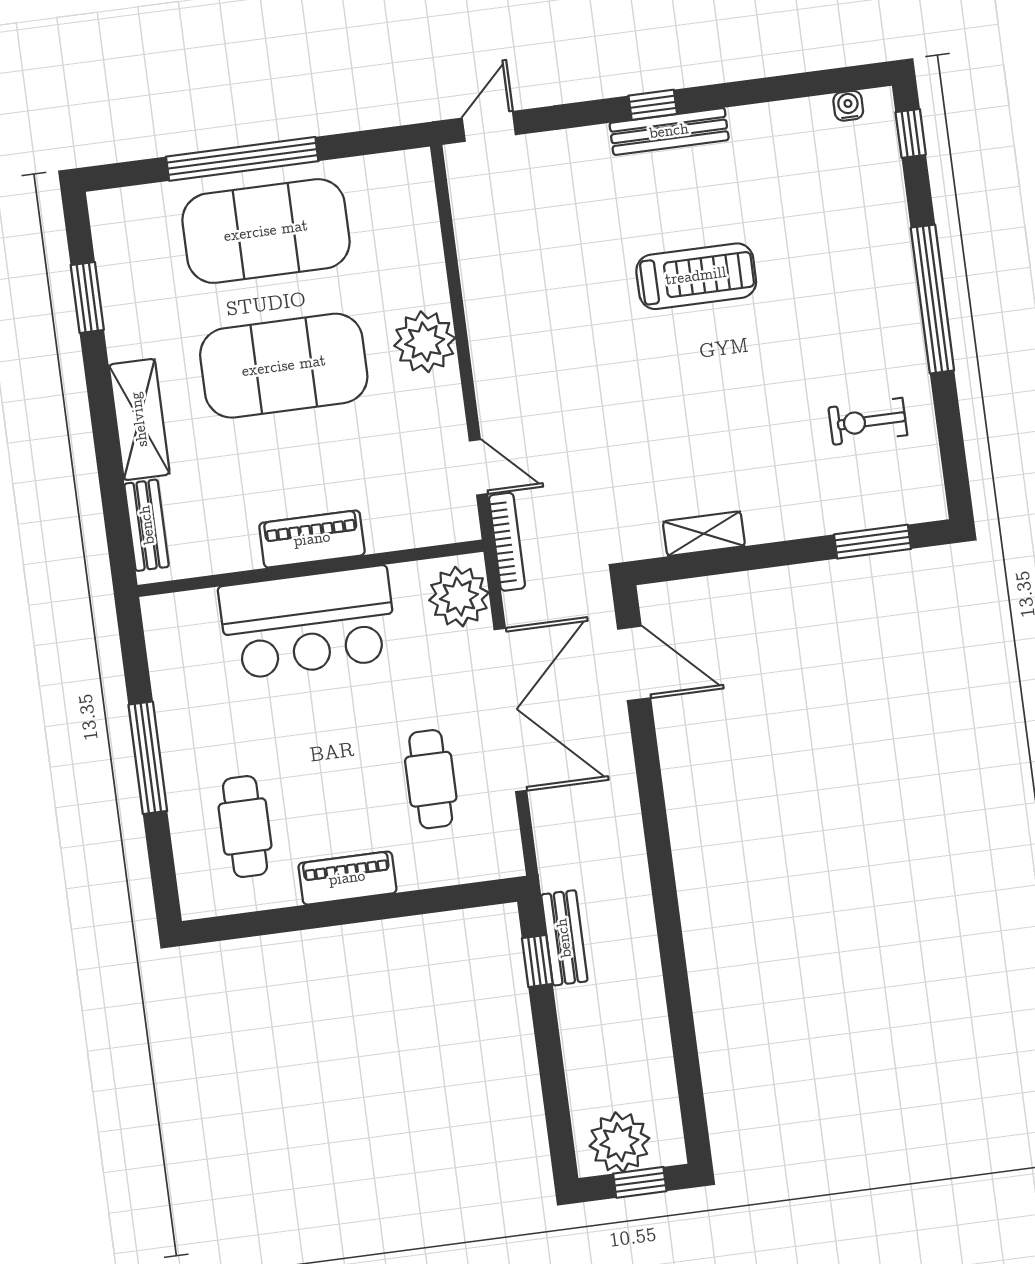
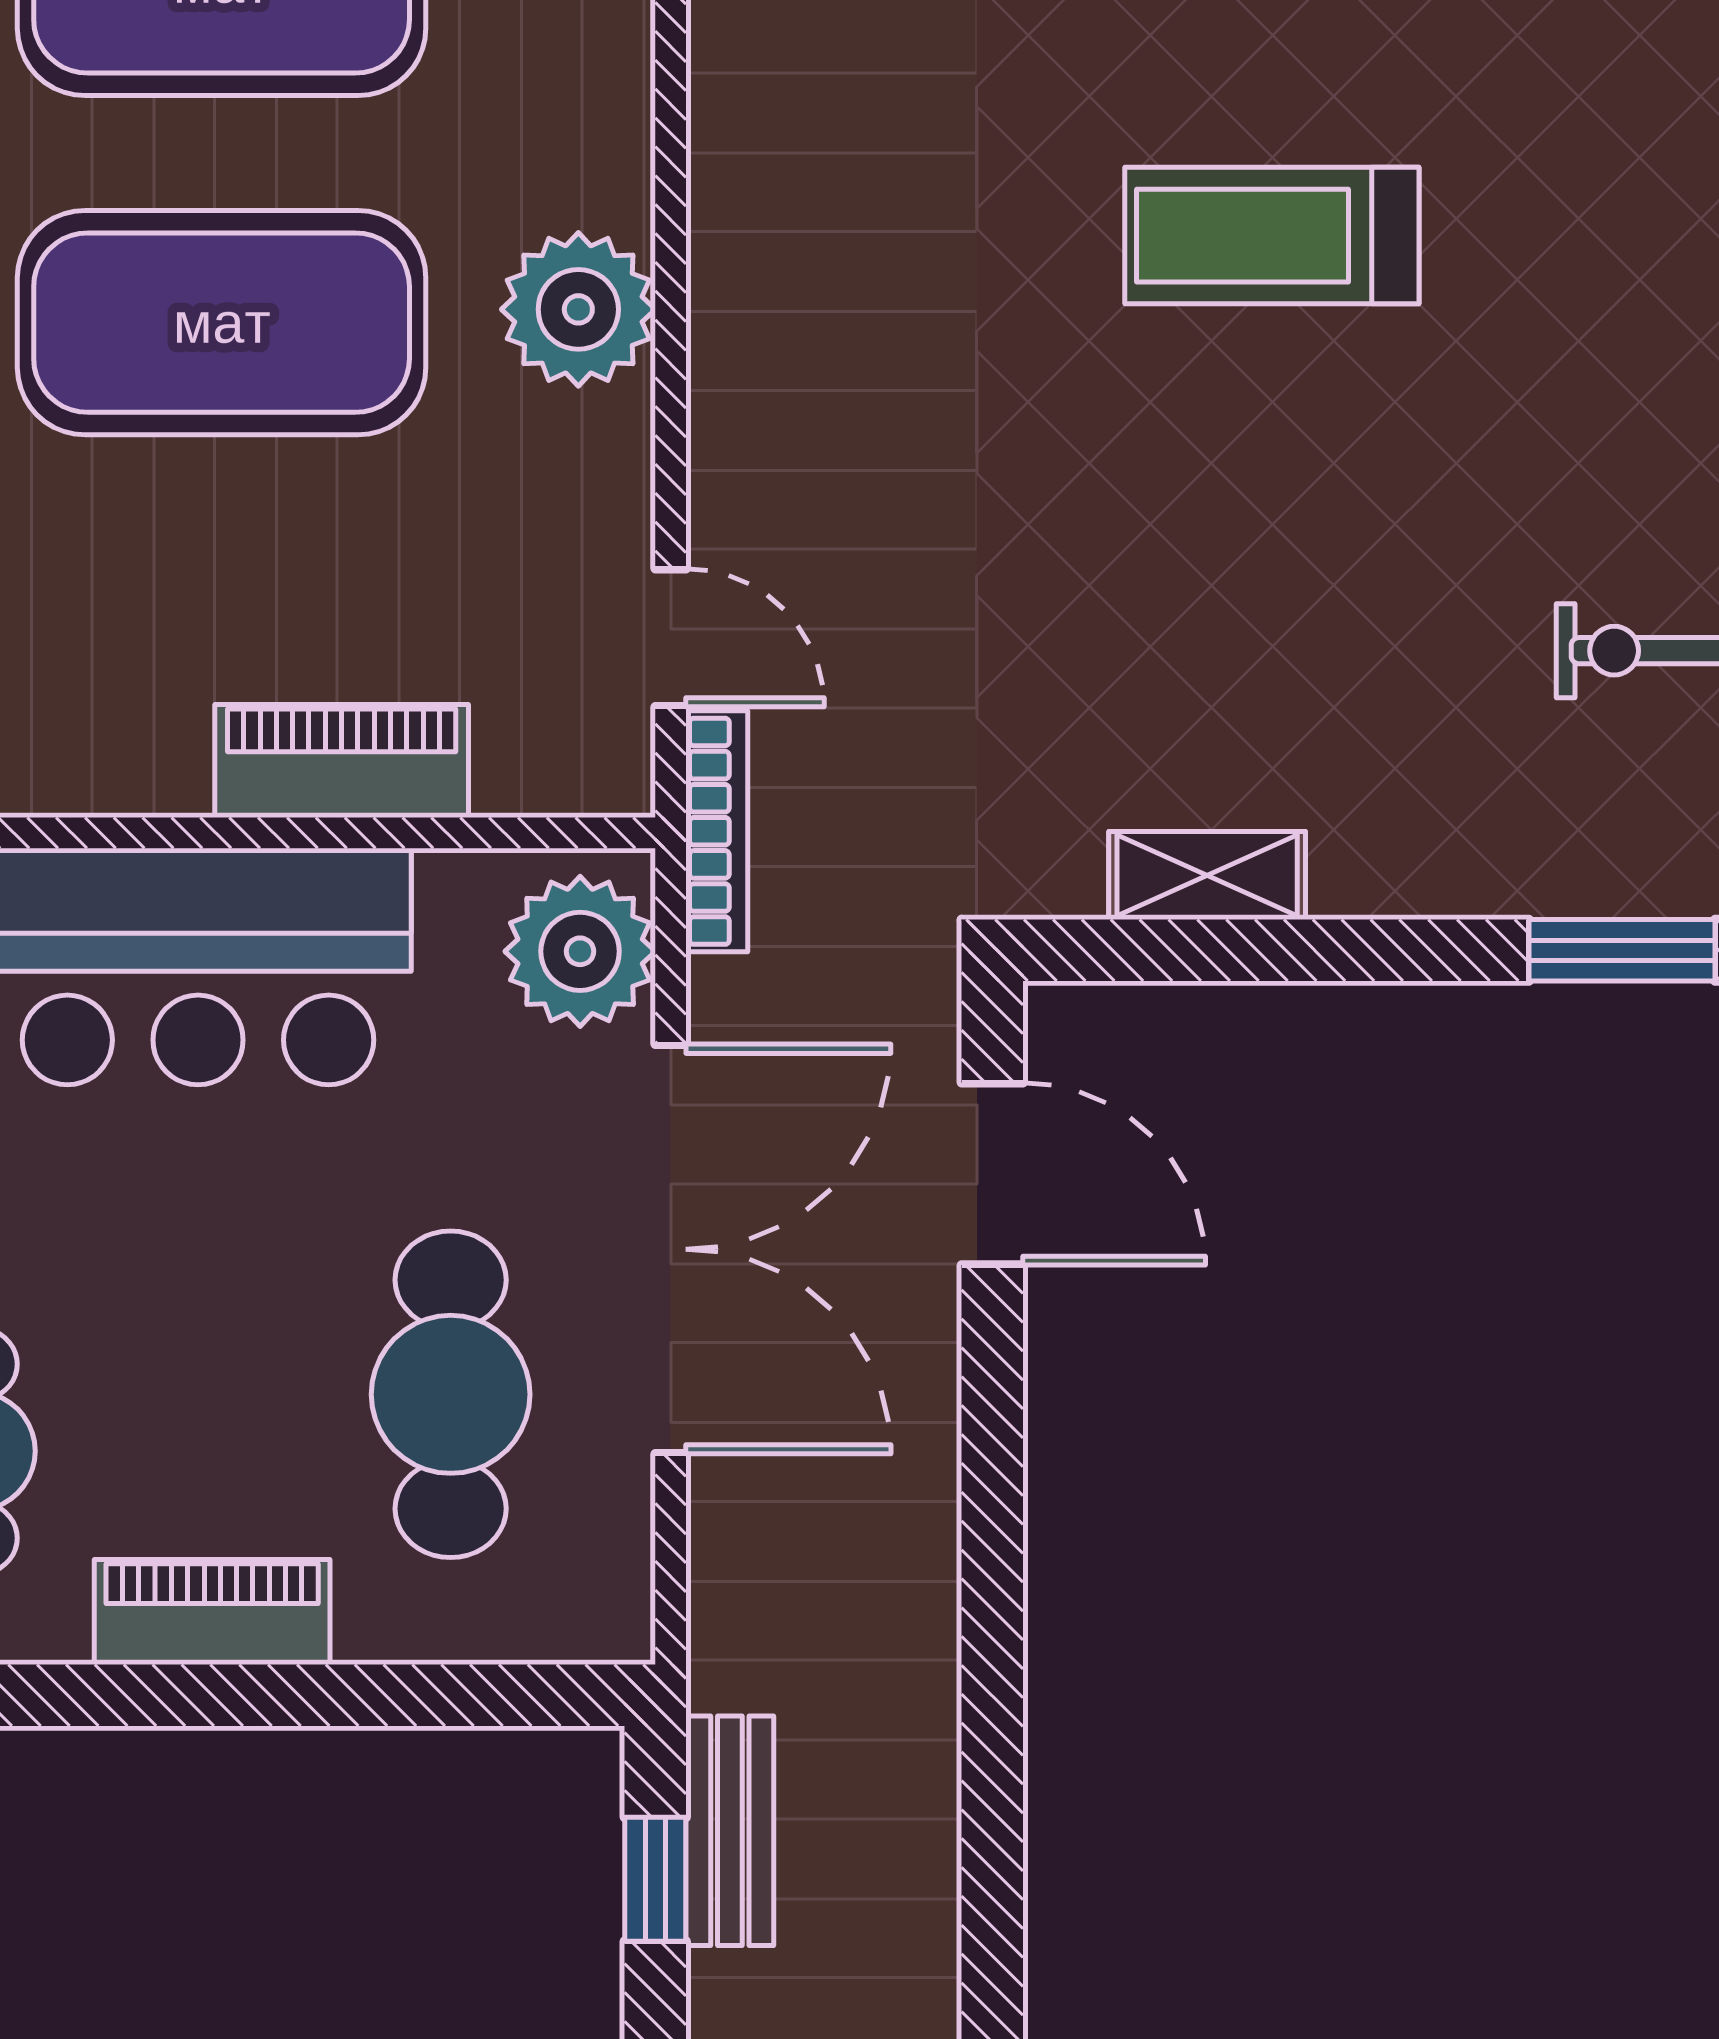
treadmill: (696, 276) -> (1272, 236), turned 180
piano: (312, 539) -> (342, 761), moved
cafe table: (431, 779) -> (451, 1394), width x1.37, depth x1.35

